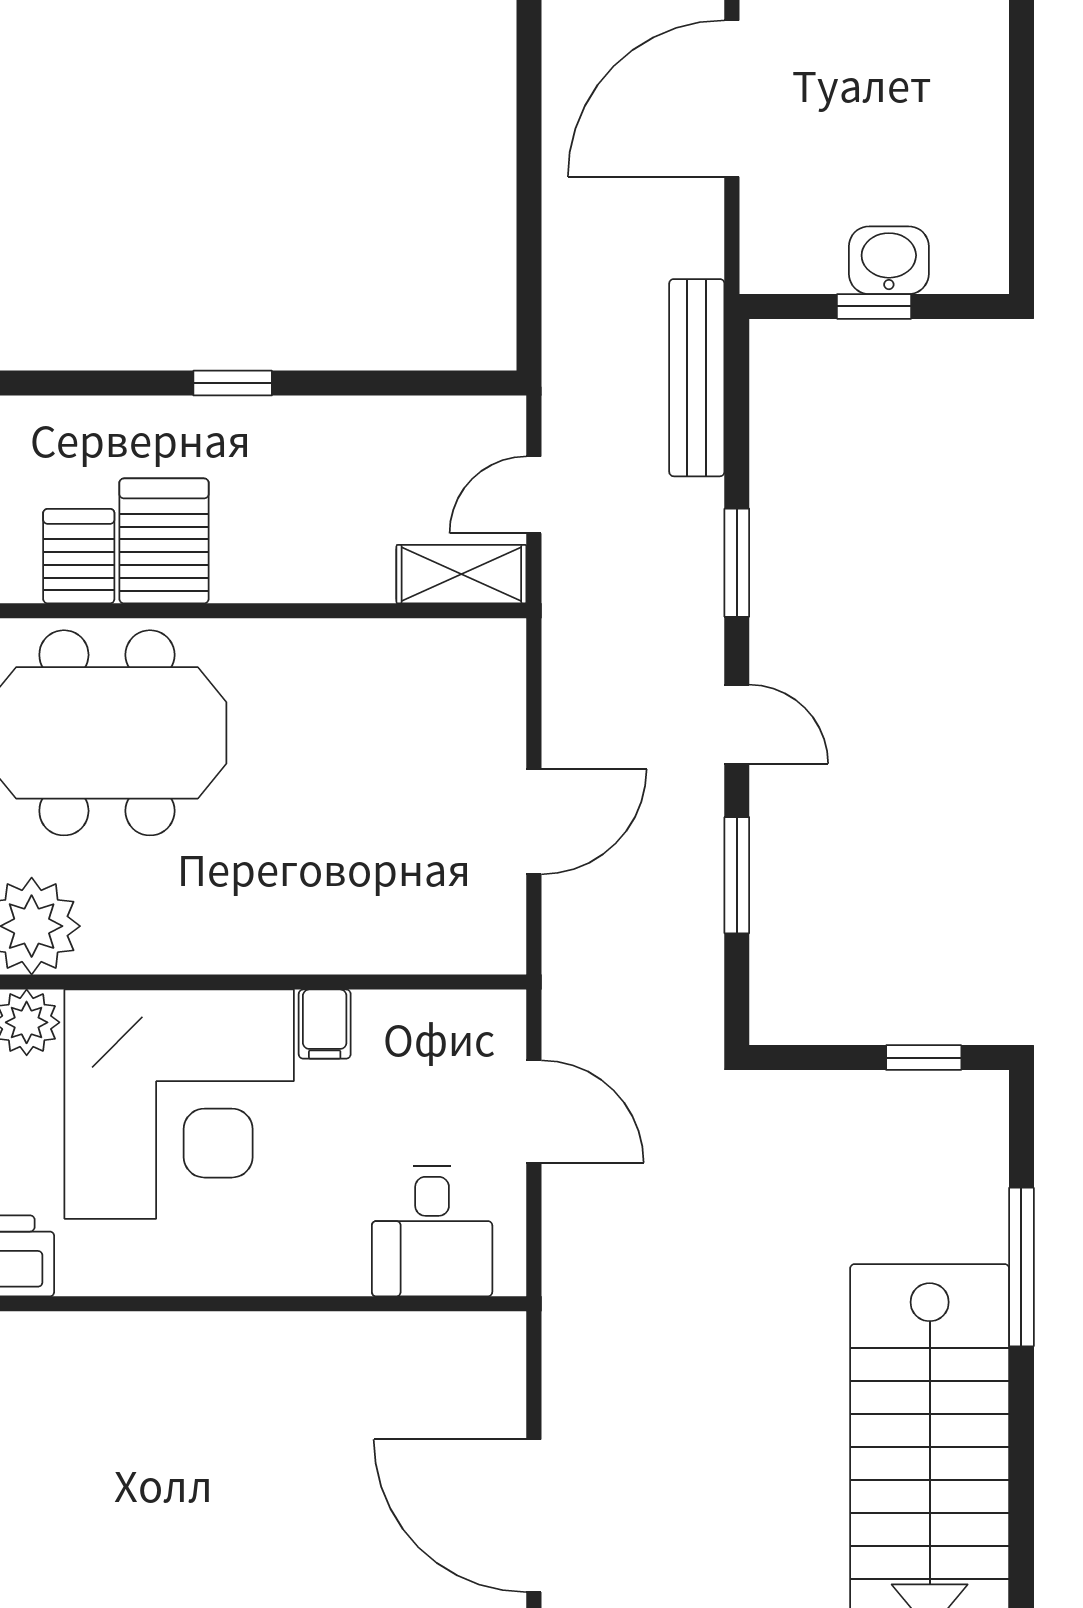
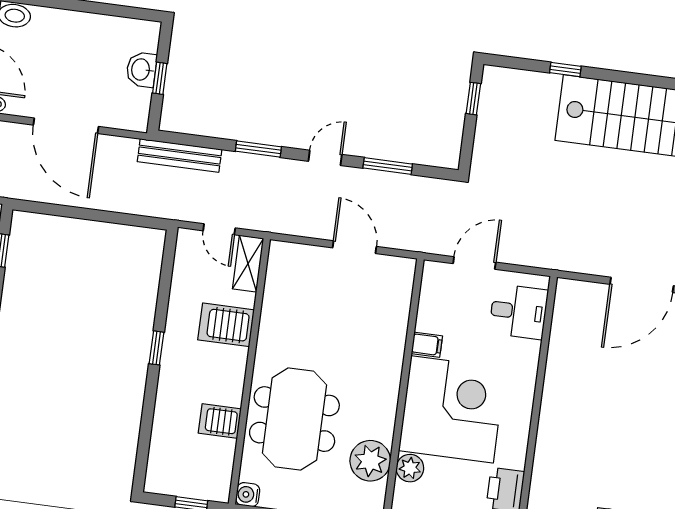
server rack: (164, 541) -> (226, 325), moved
window: (1021, 1267) -> (565, 70), width x0.46

